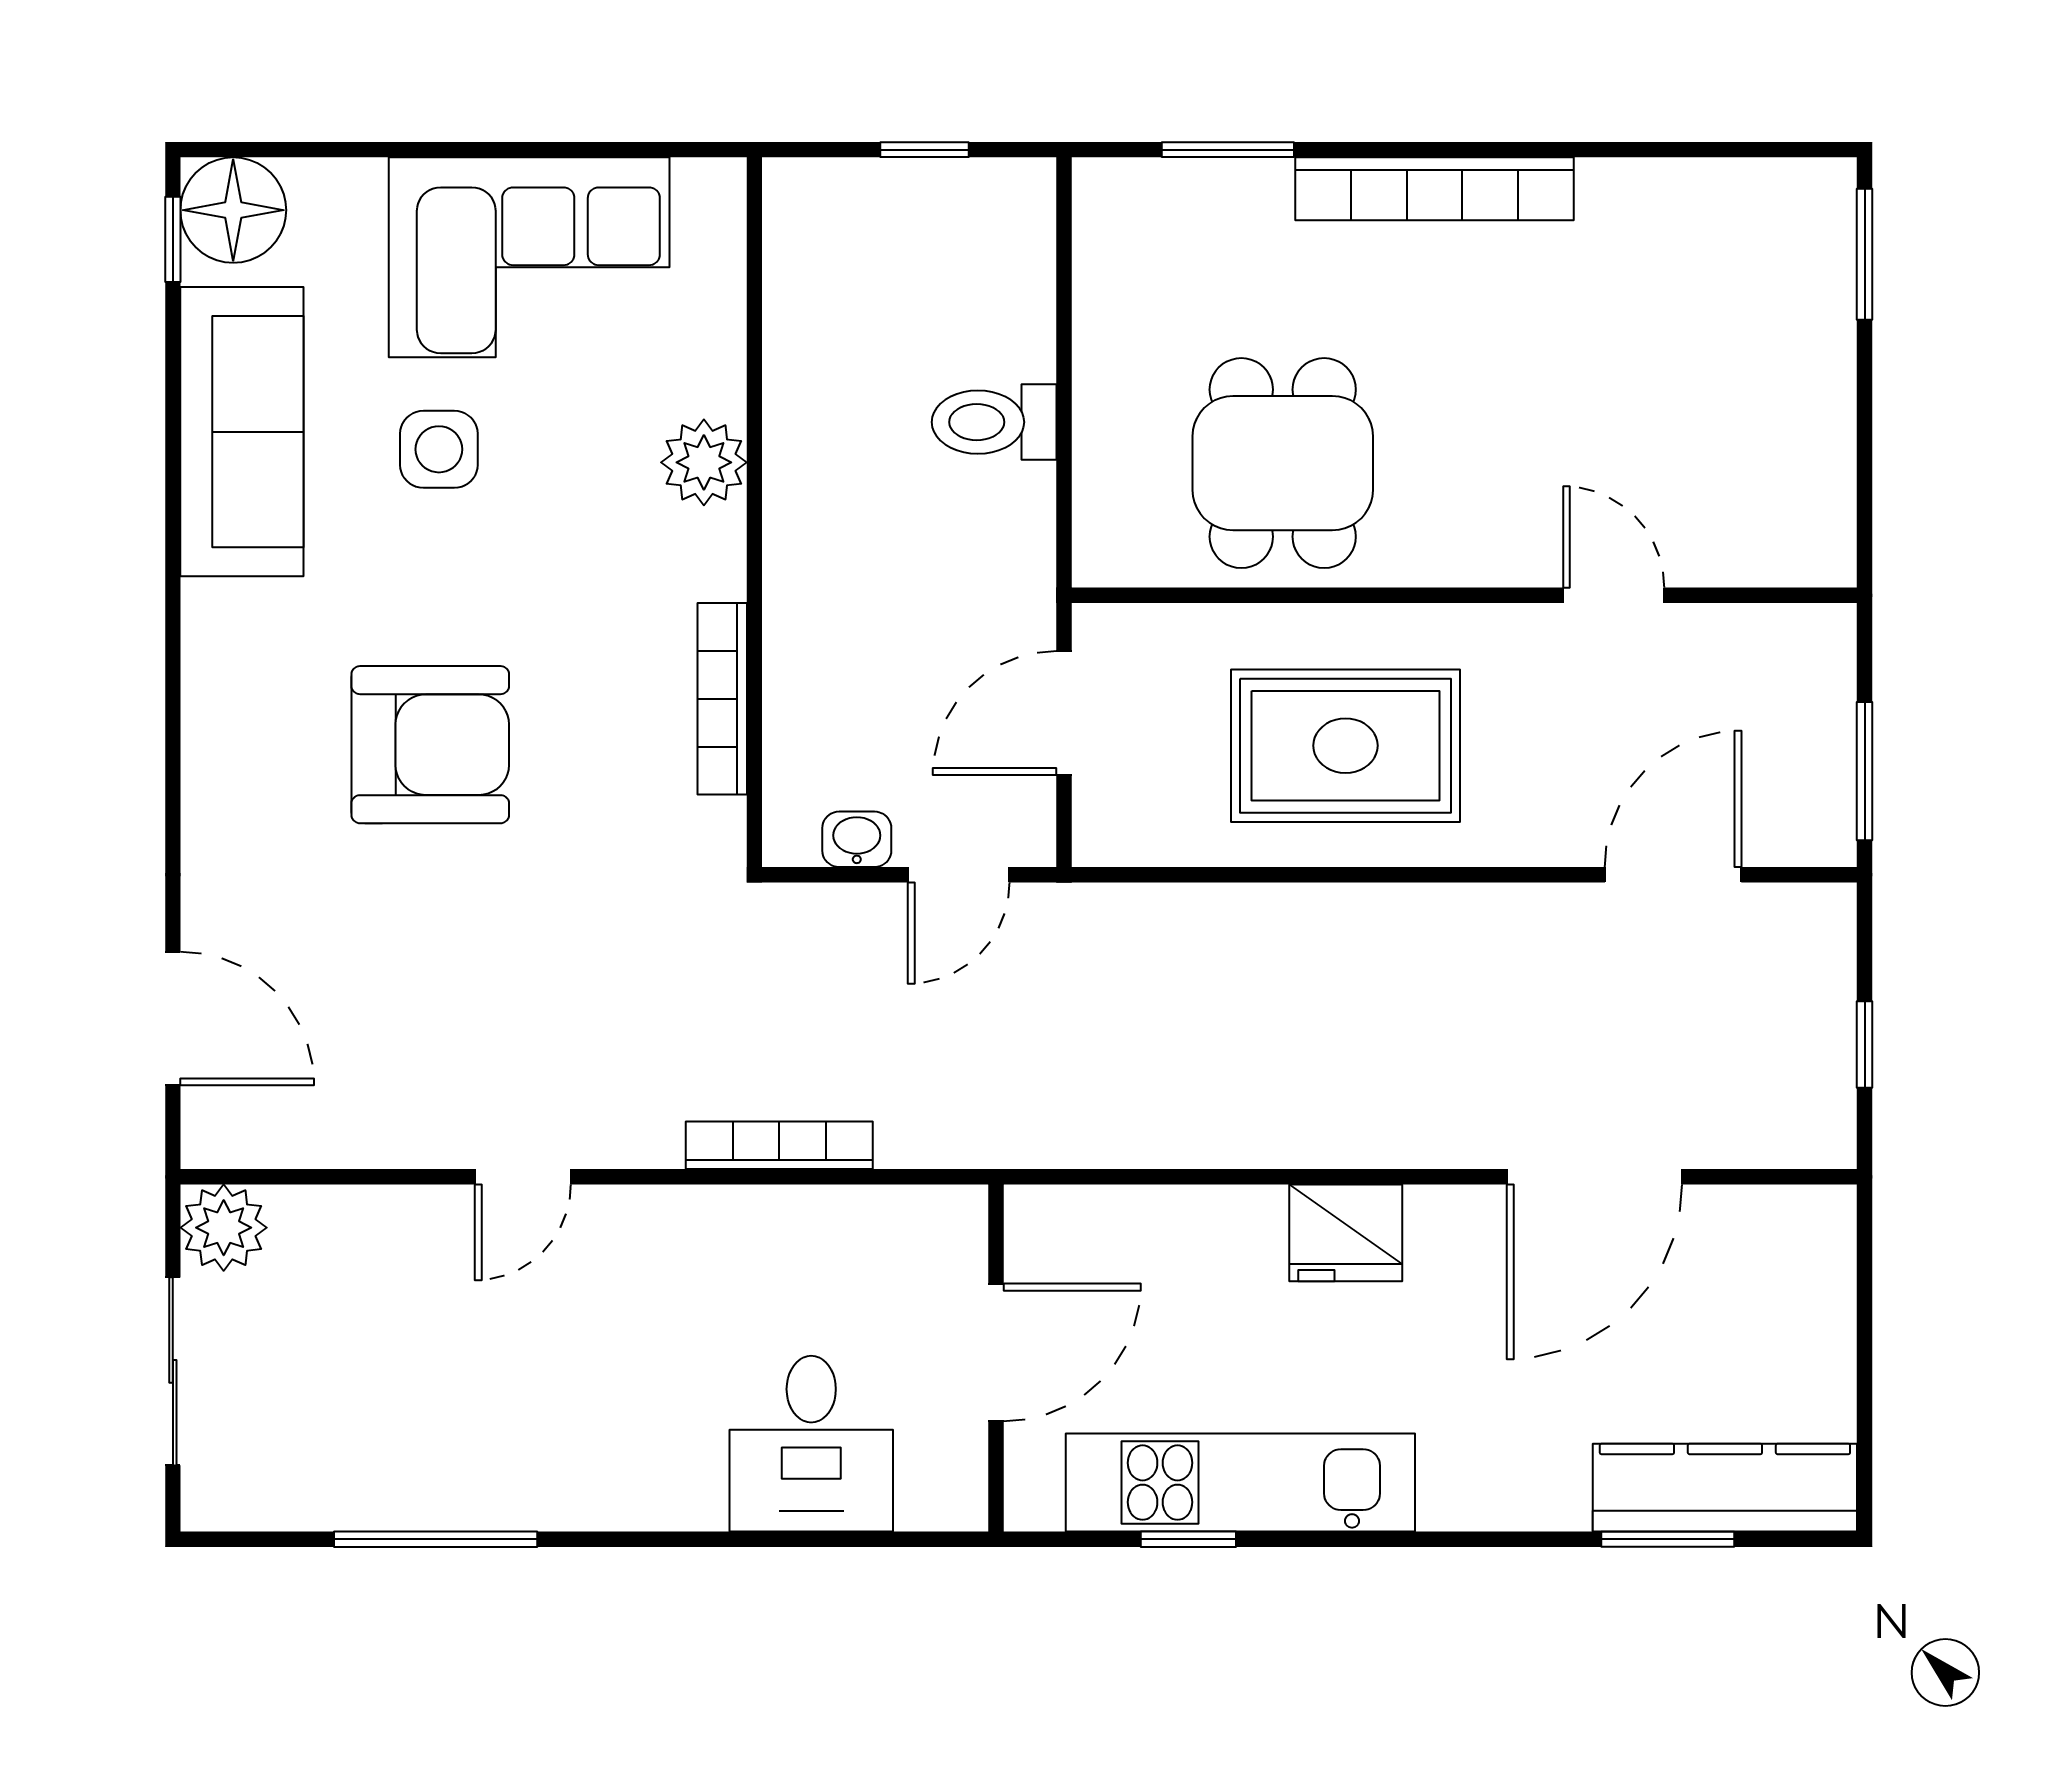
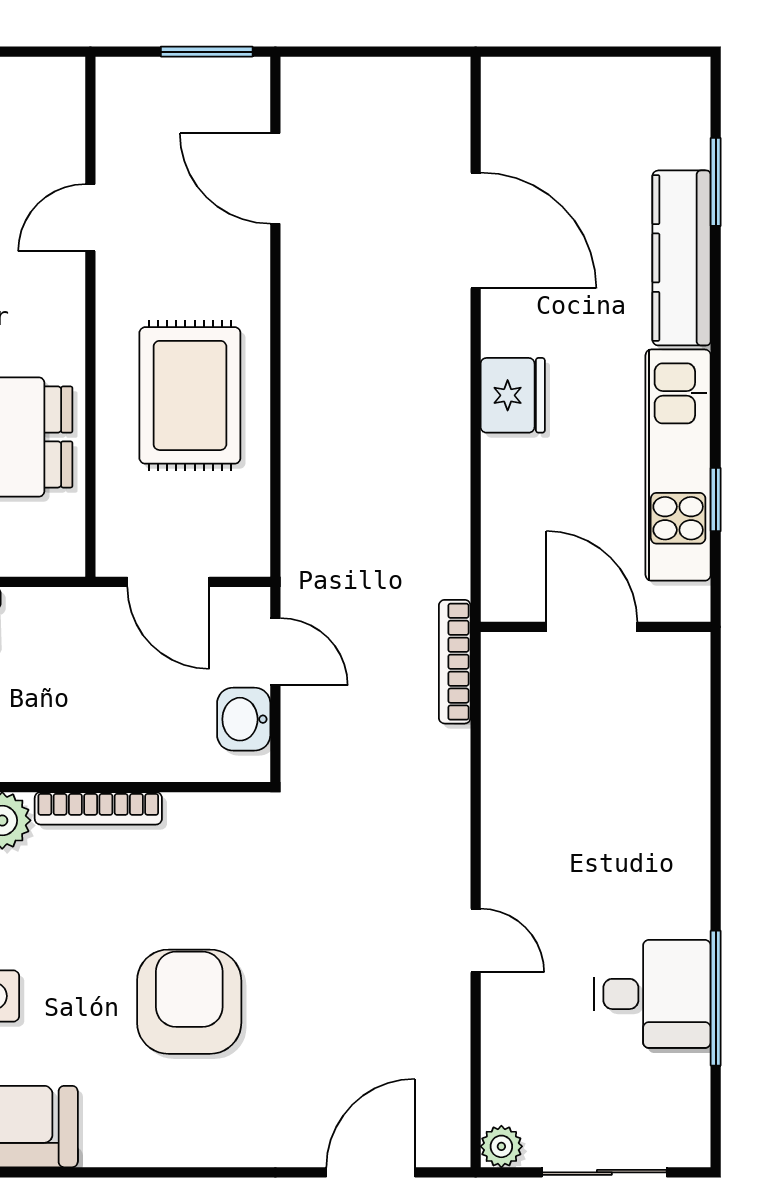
bookcase: (722, 699) -> (98, 808), moved
washbasin: (857, 839) -> (244, 719), width x1.38, depth x1.45
window: (1865, 1044) -> (388, 52), removed
bookcase: (779, 1145) -> (455, 662), moved
plant: (224, 1228) -> (501, 1146), width x0.73, depth x0.73
desk: (811, 1444) -> (652, 994), moved
kitchen counter: (1725, 1488) -> (682, 258), moved

